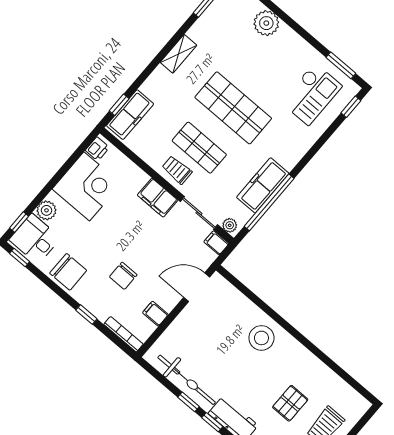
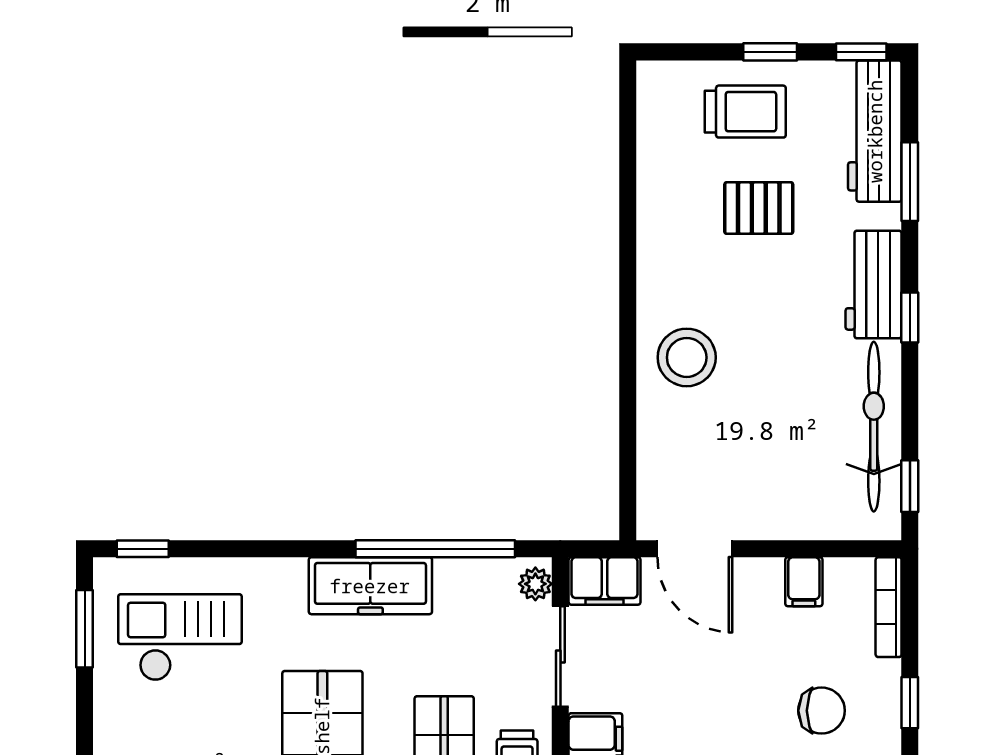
freezer: (263, 185) -> (370, 586), moved
filing cabinet: (216, 243) -> (605, 581), width x2.00
chair: (123, 276) -> (822, 711), moved
window: (189, 402) -> (910, 486), moved

